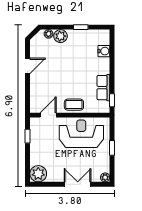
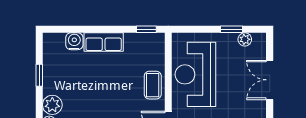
row of seats: (103, 88) -> (104, 42), moved
window: (112, 148) -> (232, 29), moved
plant: (105, 177) -> (245, 39), moved

